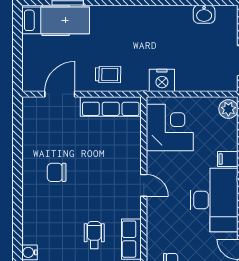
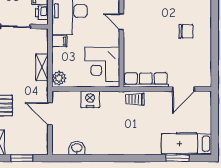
trolley: (108, 75) -> (135, 99), moved
nightstand: (162, 80) -> (90, 99), moved

